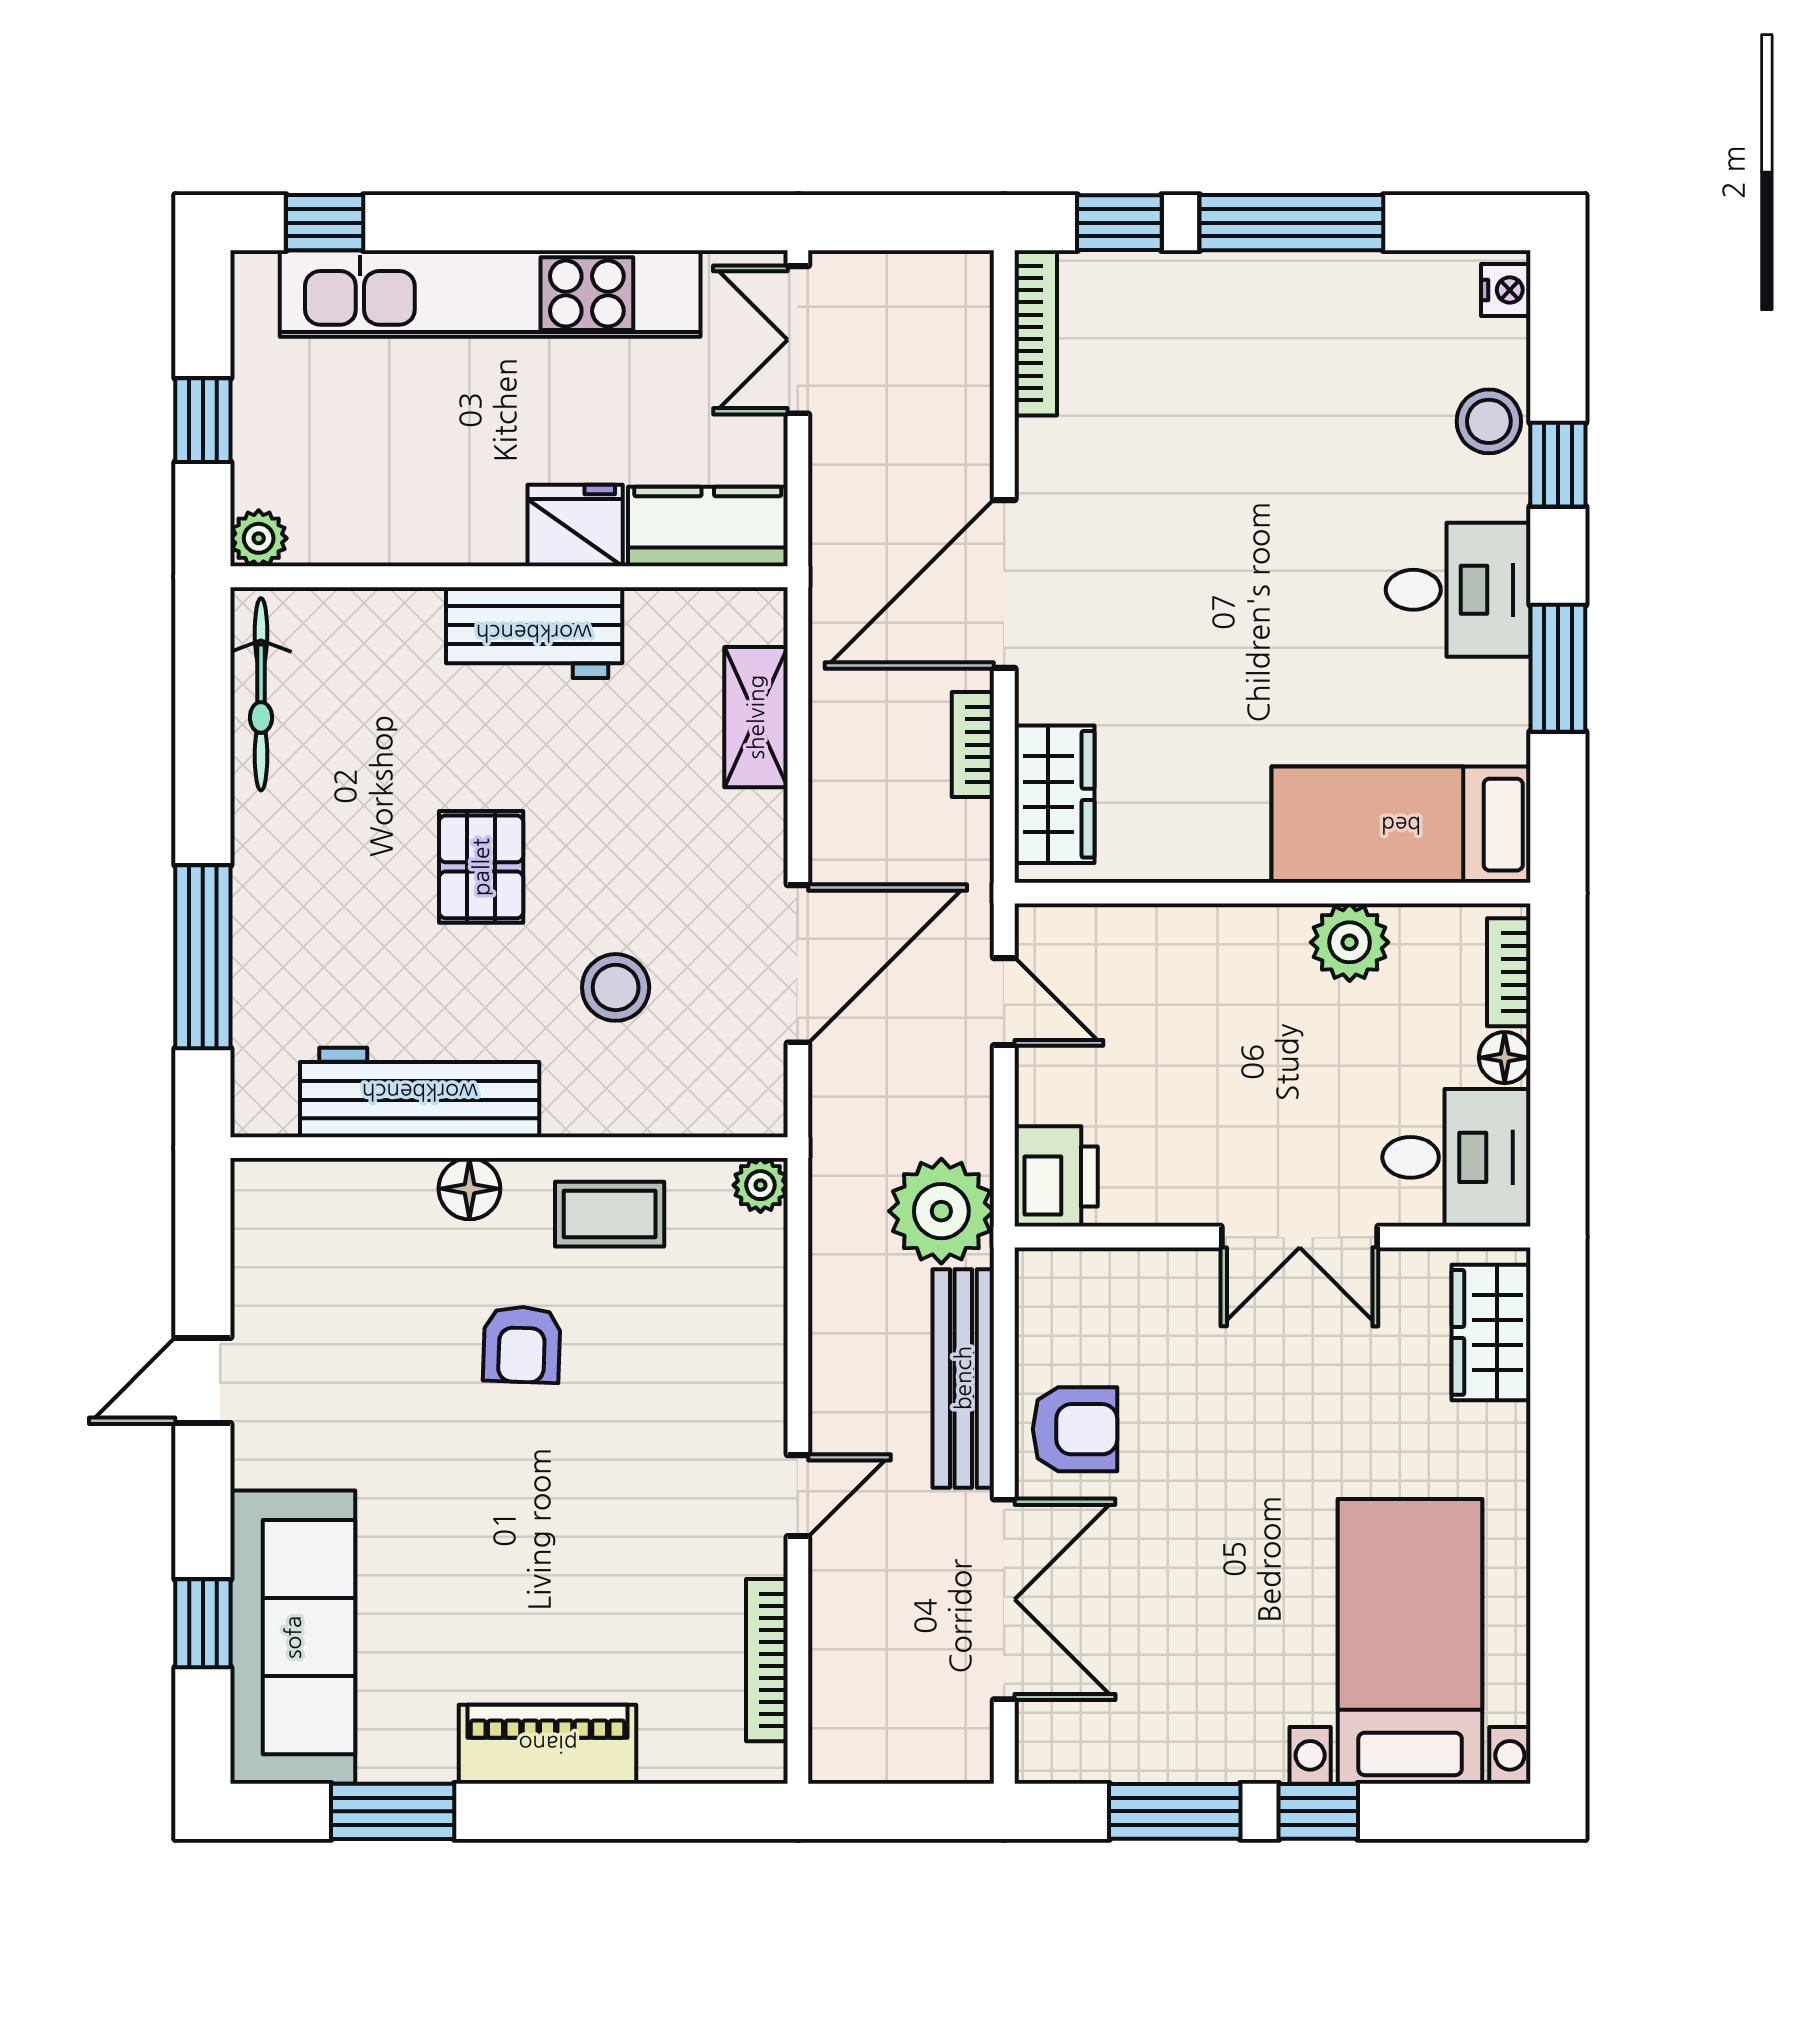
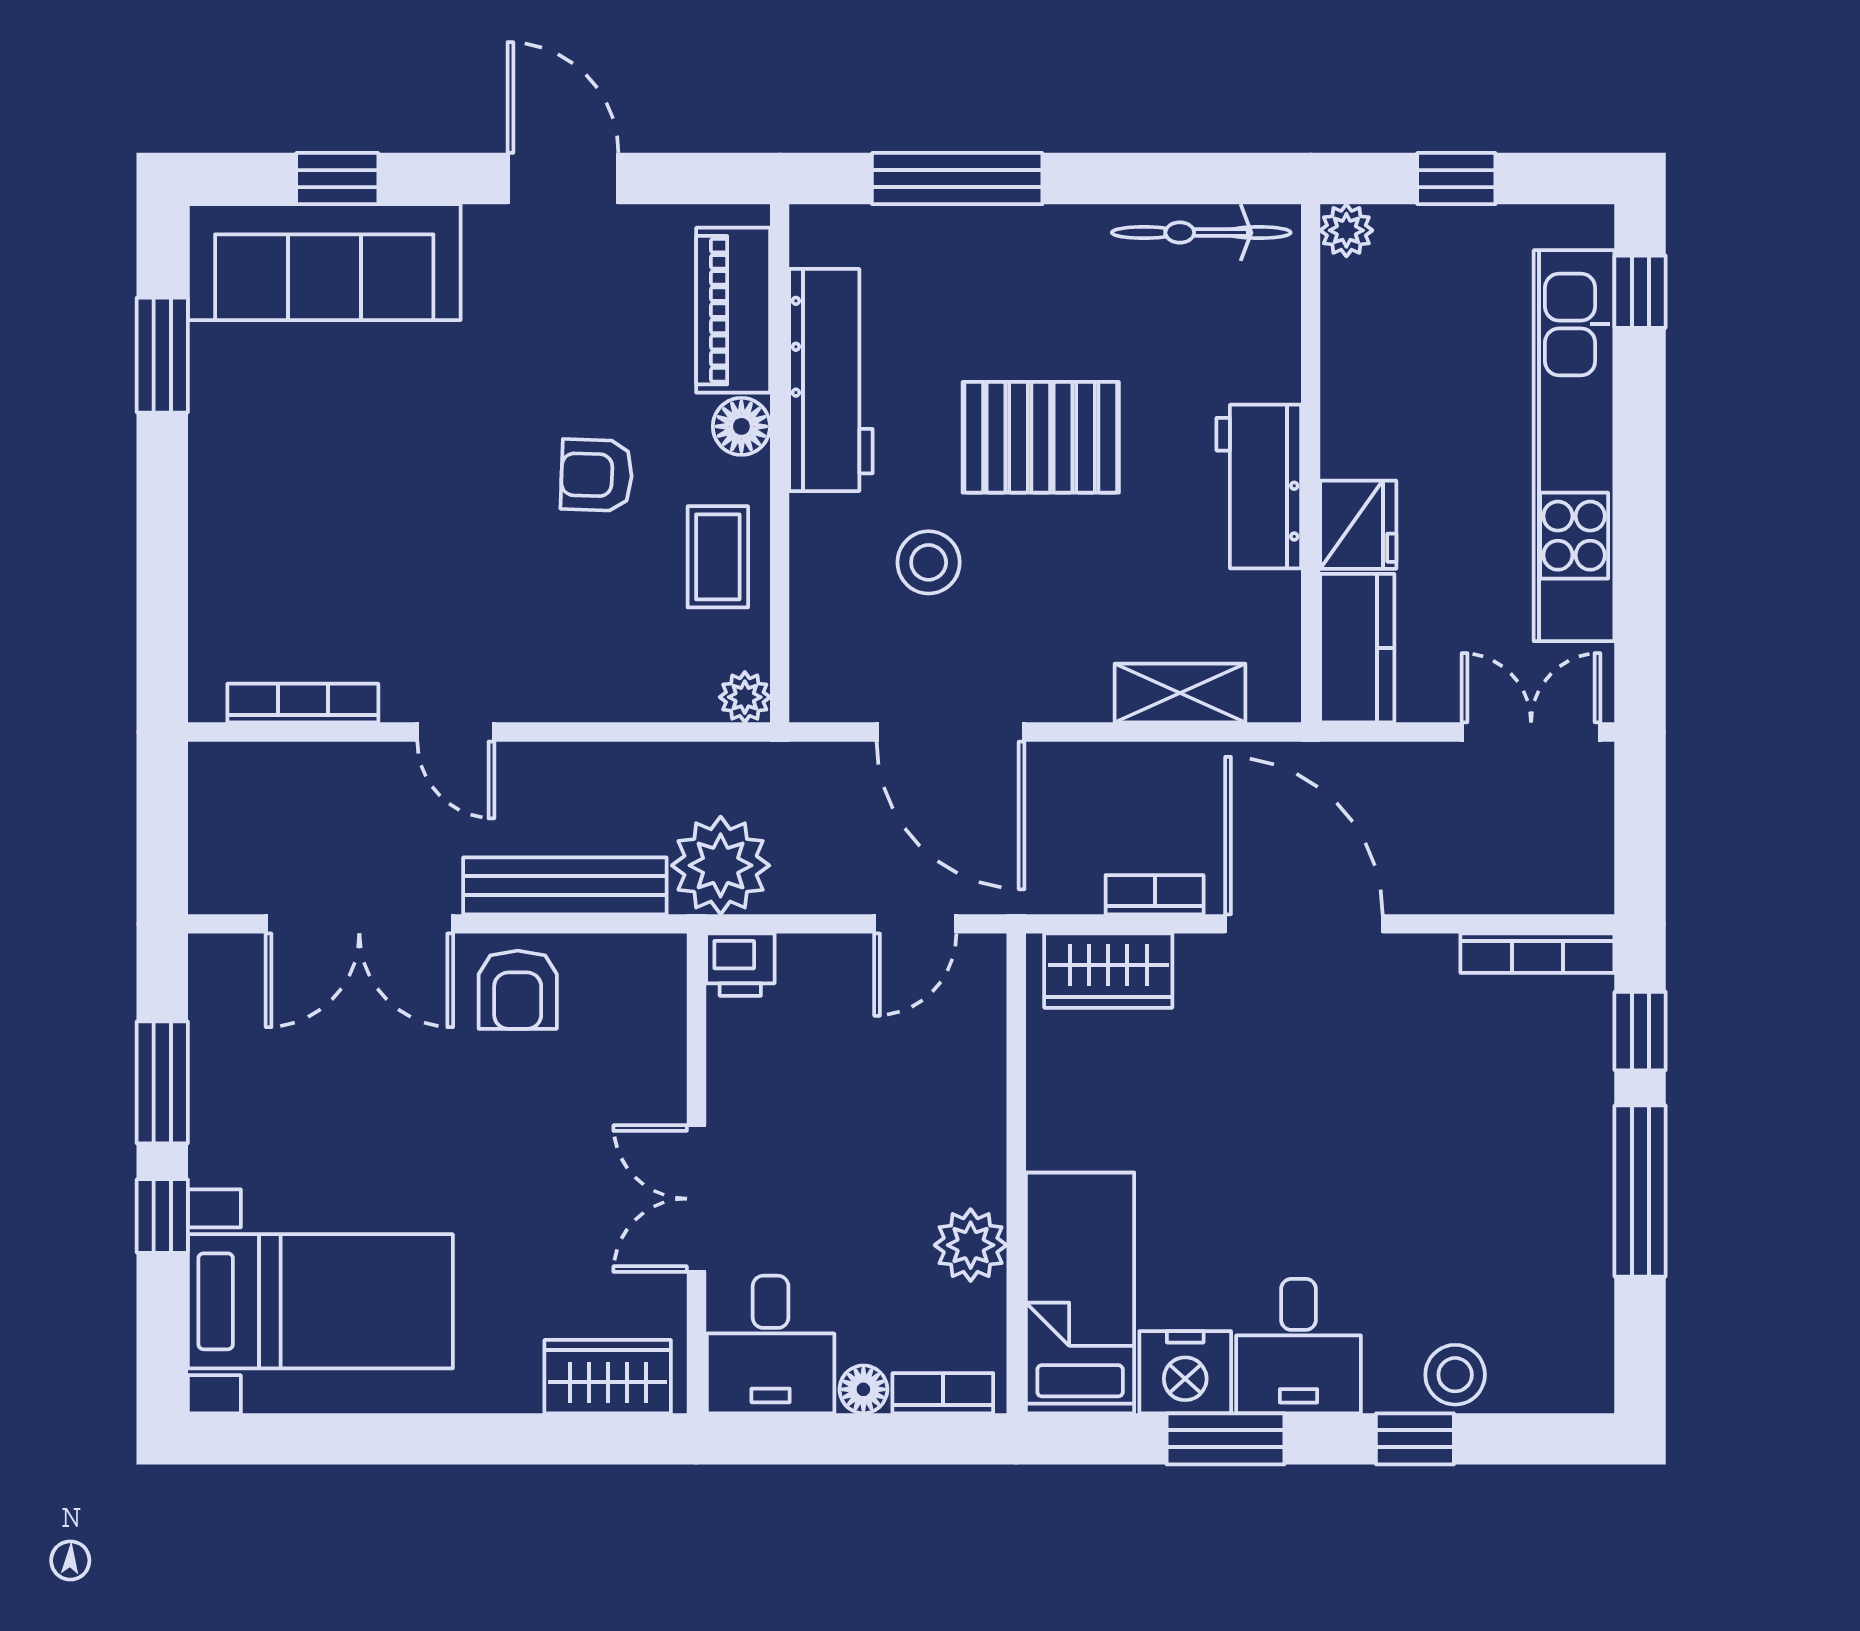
nightstand: (1506, 290) -> (1185, 1372), moved, width x1.89, depth x1.79
pallet: (481, 867) -> (1041, 437), width x1.50, depth x1.42
printer: (1056, 1176) -> (740, 965), width x0.73, depth x0.81
door: (203, 1380) -> (563, 179), width x1.38
piano: (548, 1744) -> (733, 310), moved, turned 180

